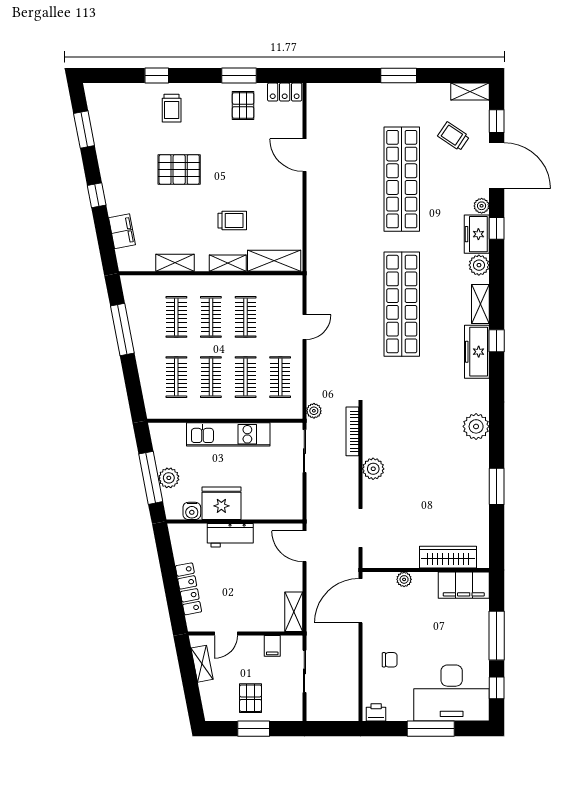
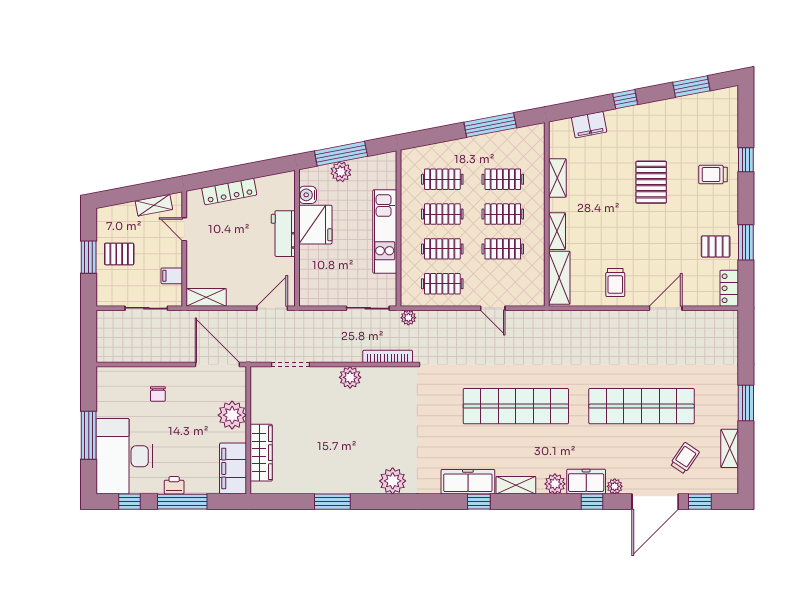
shelving: (470, 92) -> (730, 448), moved
trolley: (232, 221) -> (615, 283), moved
plant: (404, 579) -> (232, 415), width x1.87, depth x1.87
printer: (376, 712) -> (174, 485), moved, turned -90

